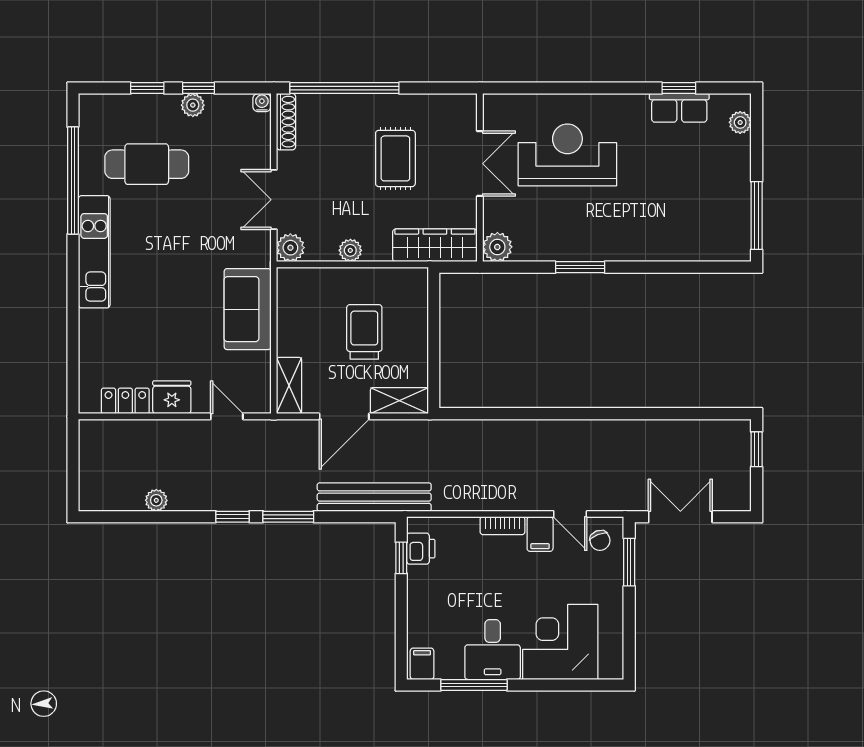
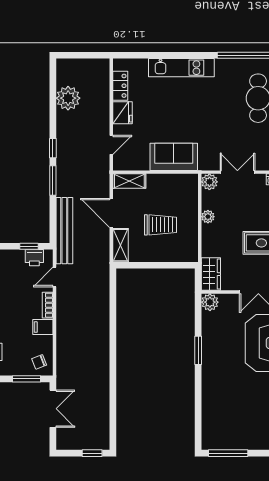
wardrobe: (435, 245) -> (211, 274), width x0.67
kitchen unit: (94, 252) -> (181, 68), moved
plant: (156, 500) -> (68, 98), width x1.88, depth x1.88
door: (570, 514) -> (54, 277), moved

